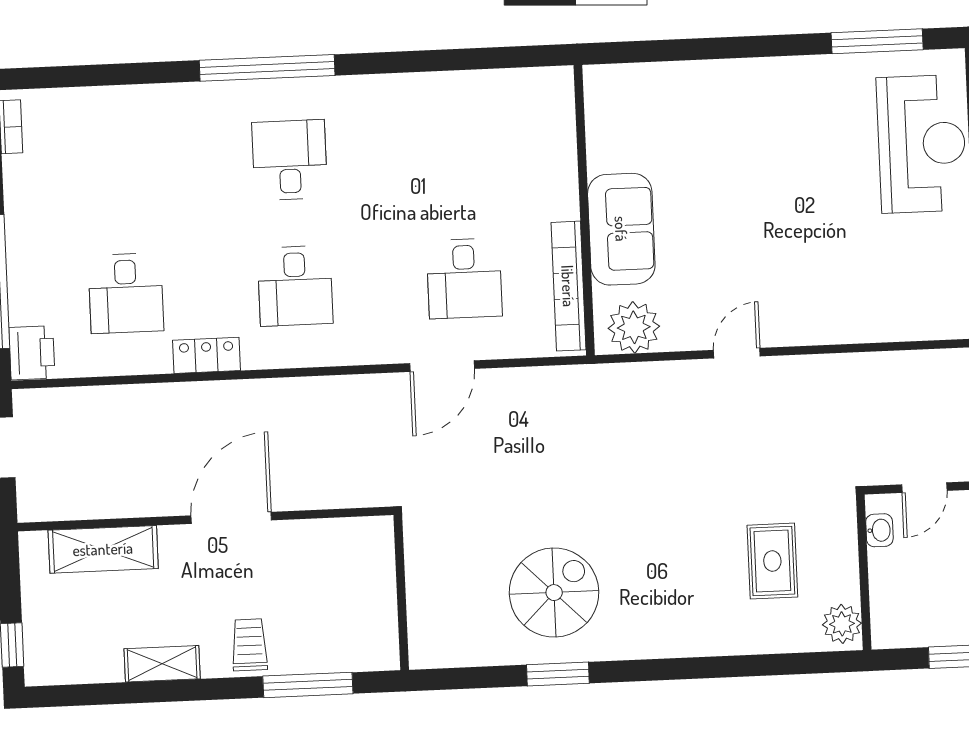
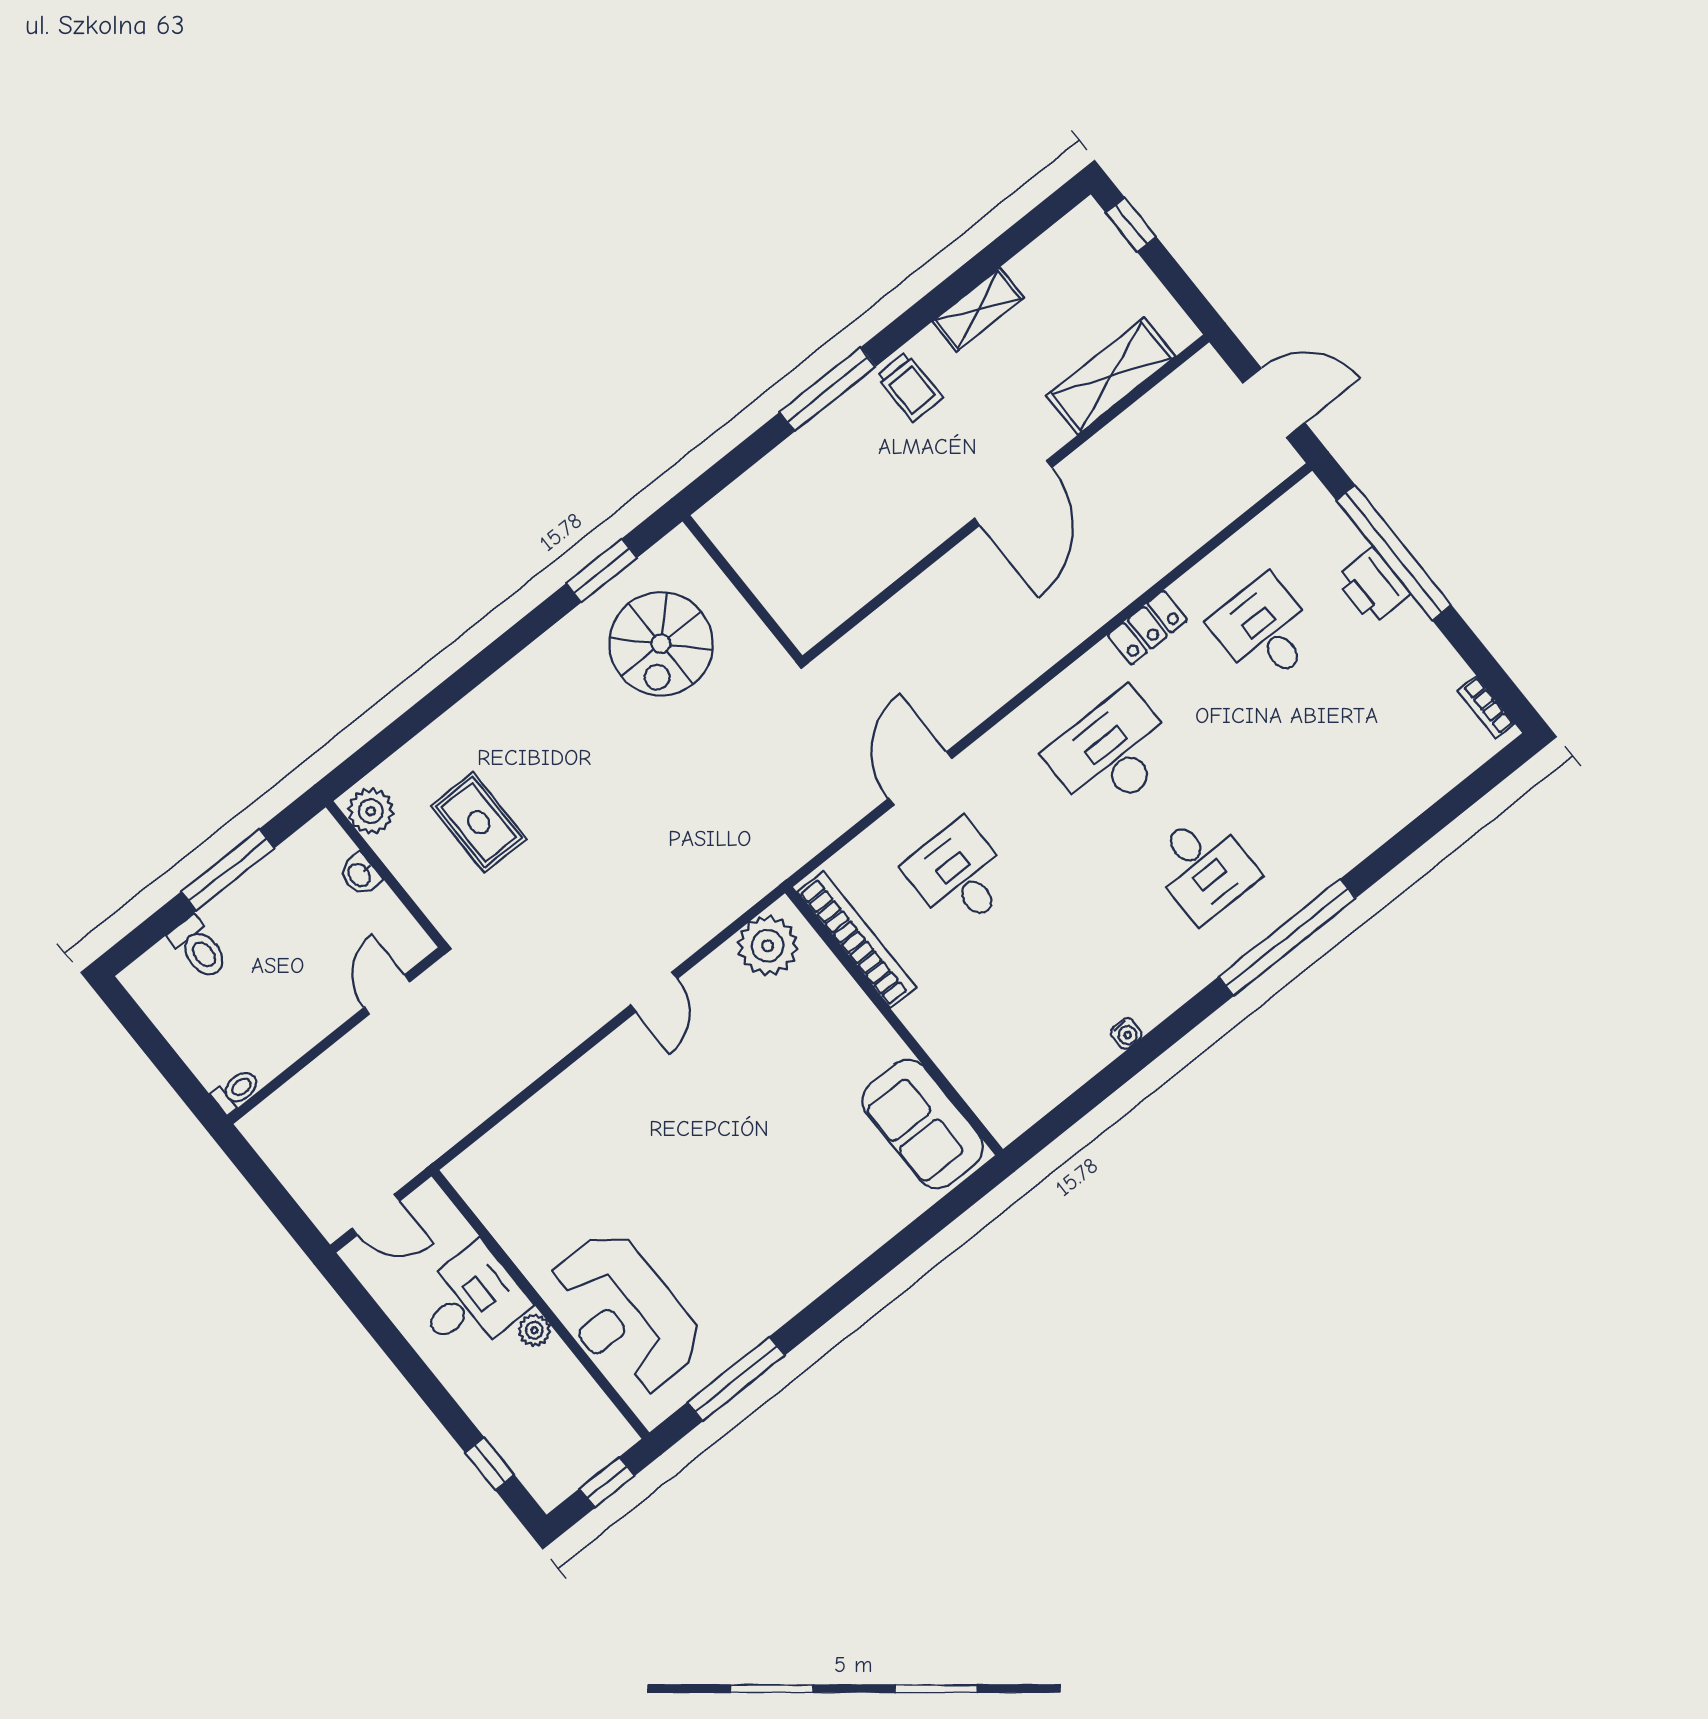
water cooler: (428, 83) -> (1126, 1034), added
sofa: (621, 229) -> (923, 1124), moved
desk: (295, 286) -> (1112, 753), width x1.37
printer: (32, 353) -> (1372, 586), moved
washbasin: (879, 530) -> (360, 874), moved
wall: (401, 592) -> (743, 588), moved

